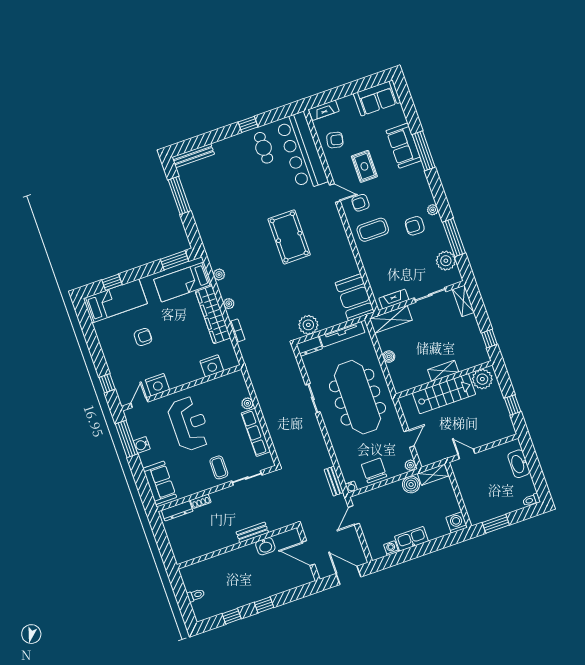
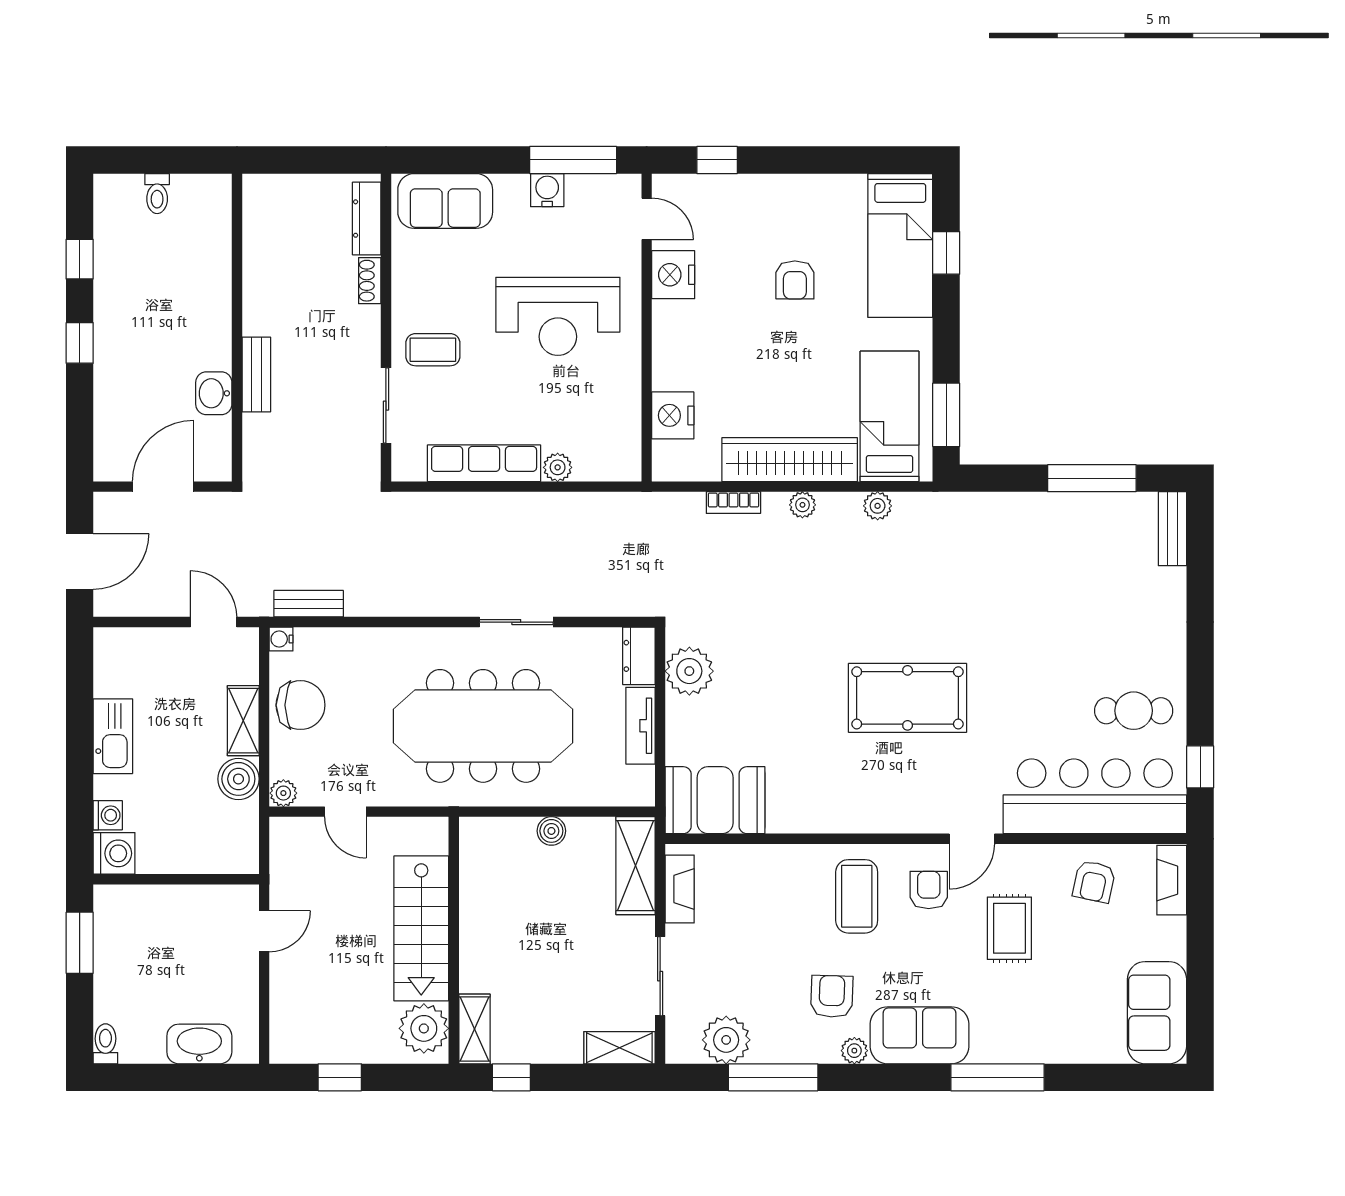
window: (248, 124) -> (1200, 767), moved
sofa: (404, 146) -> (919, 1035), moved
bench: (193, 156) -> (1172, 529), width x0.73
rug: (364, 166) -> (1009, 928), turned 90
tv unit: (342, 334) -> (640, 726), width x0.71
shelving: (443, 371) -> (474, 1029), moved
shelving: (433, 475) -> (243, 721), moved
washing machine: (391, 548) -> (108, 815), moved

